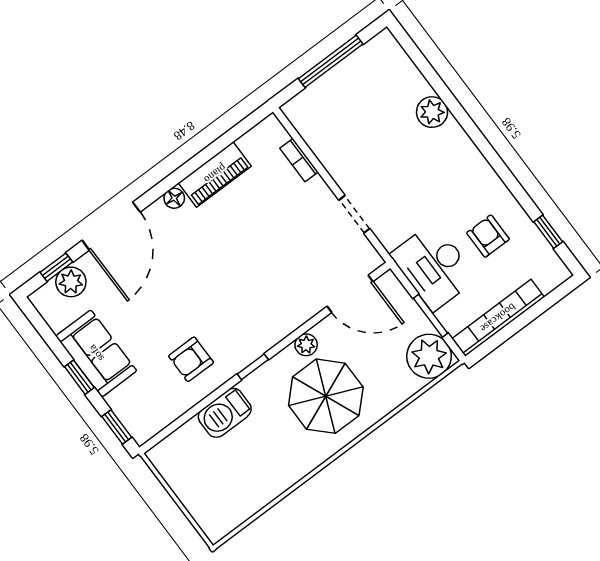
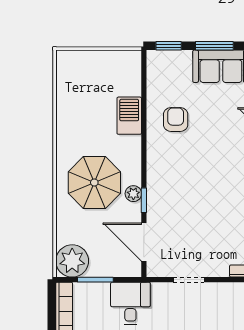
desk: (434, 266) -> (130, 303), width x0.73
door: (350, 294) -> (144, 242), hinge flipped
window: (253, 367) -> (144, 200), moved
window: (79, 377) -> (214, 46), width x1.50

